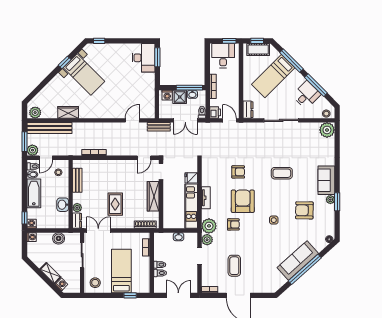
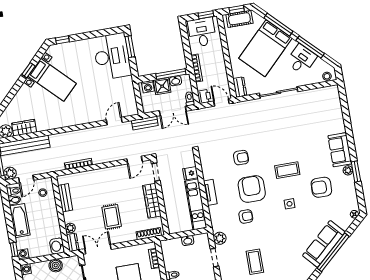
desk: (144, 58) -> (112, 56), width x1.36, depth x1.30
bed: (273, 76) -> (266, 48), width x1.50
wardrobe: (68, 112) -> (24, 128), moved
plant: (327, 130) -> (331, 94), removed
coffee table: (282, 173) -> (287, 170), moved
washbasin: (63, 205) -> (57, 246), moved
plant: (209, 226) -> (219, 223), removed

